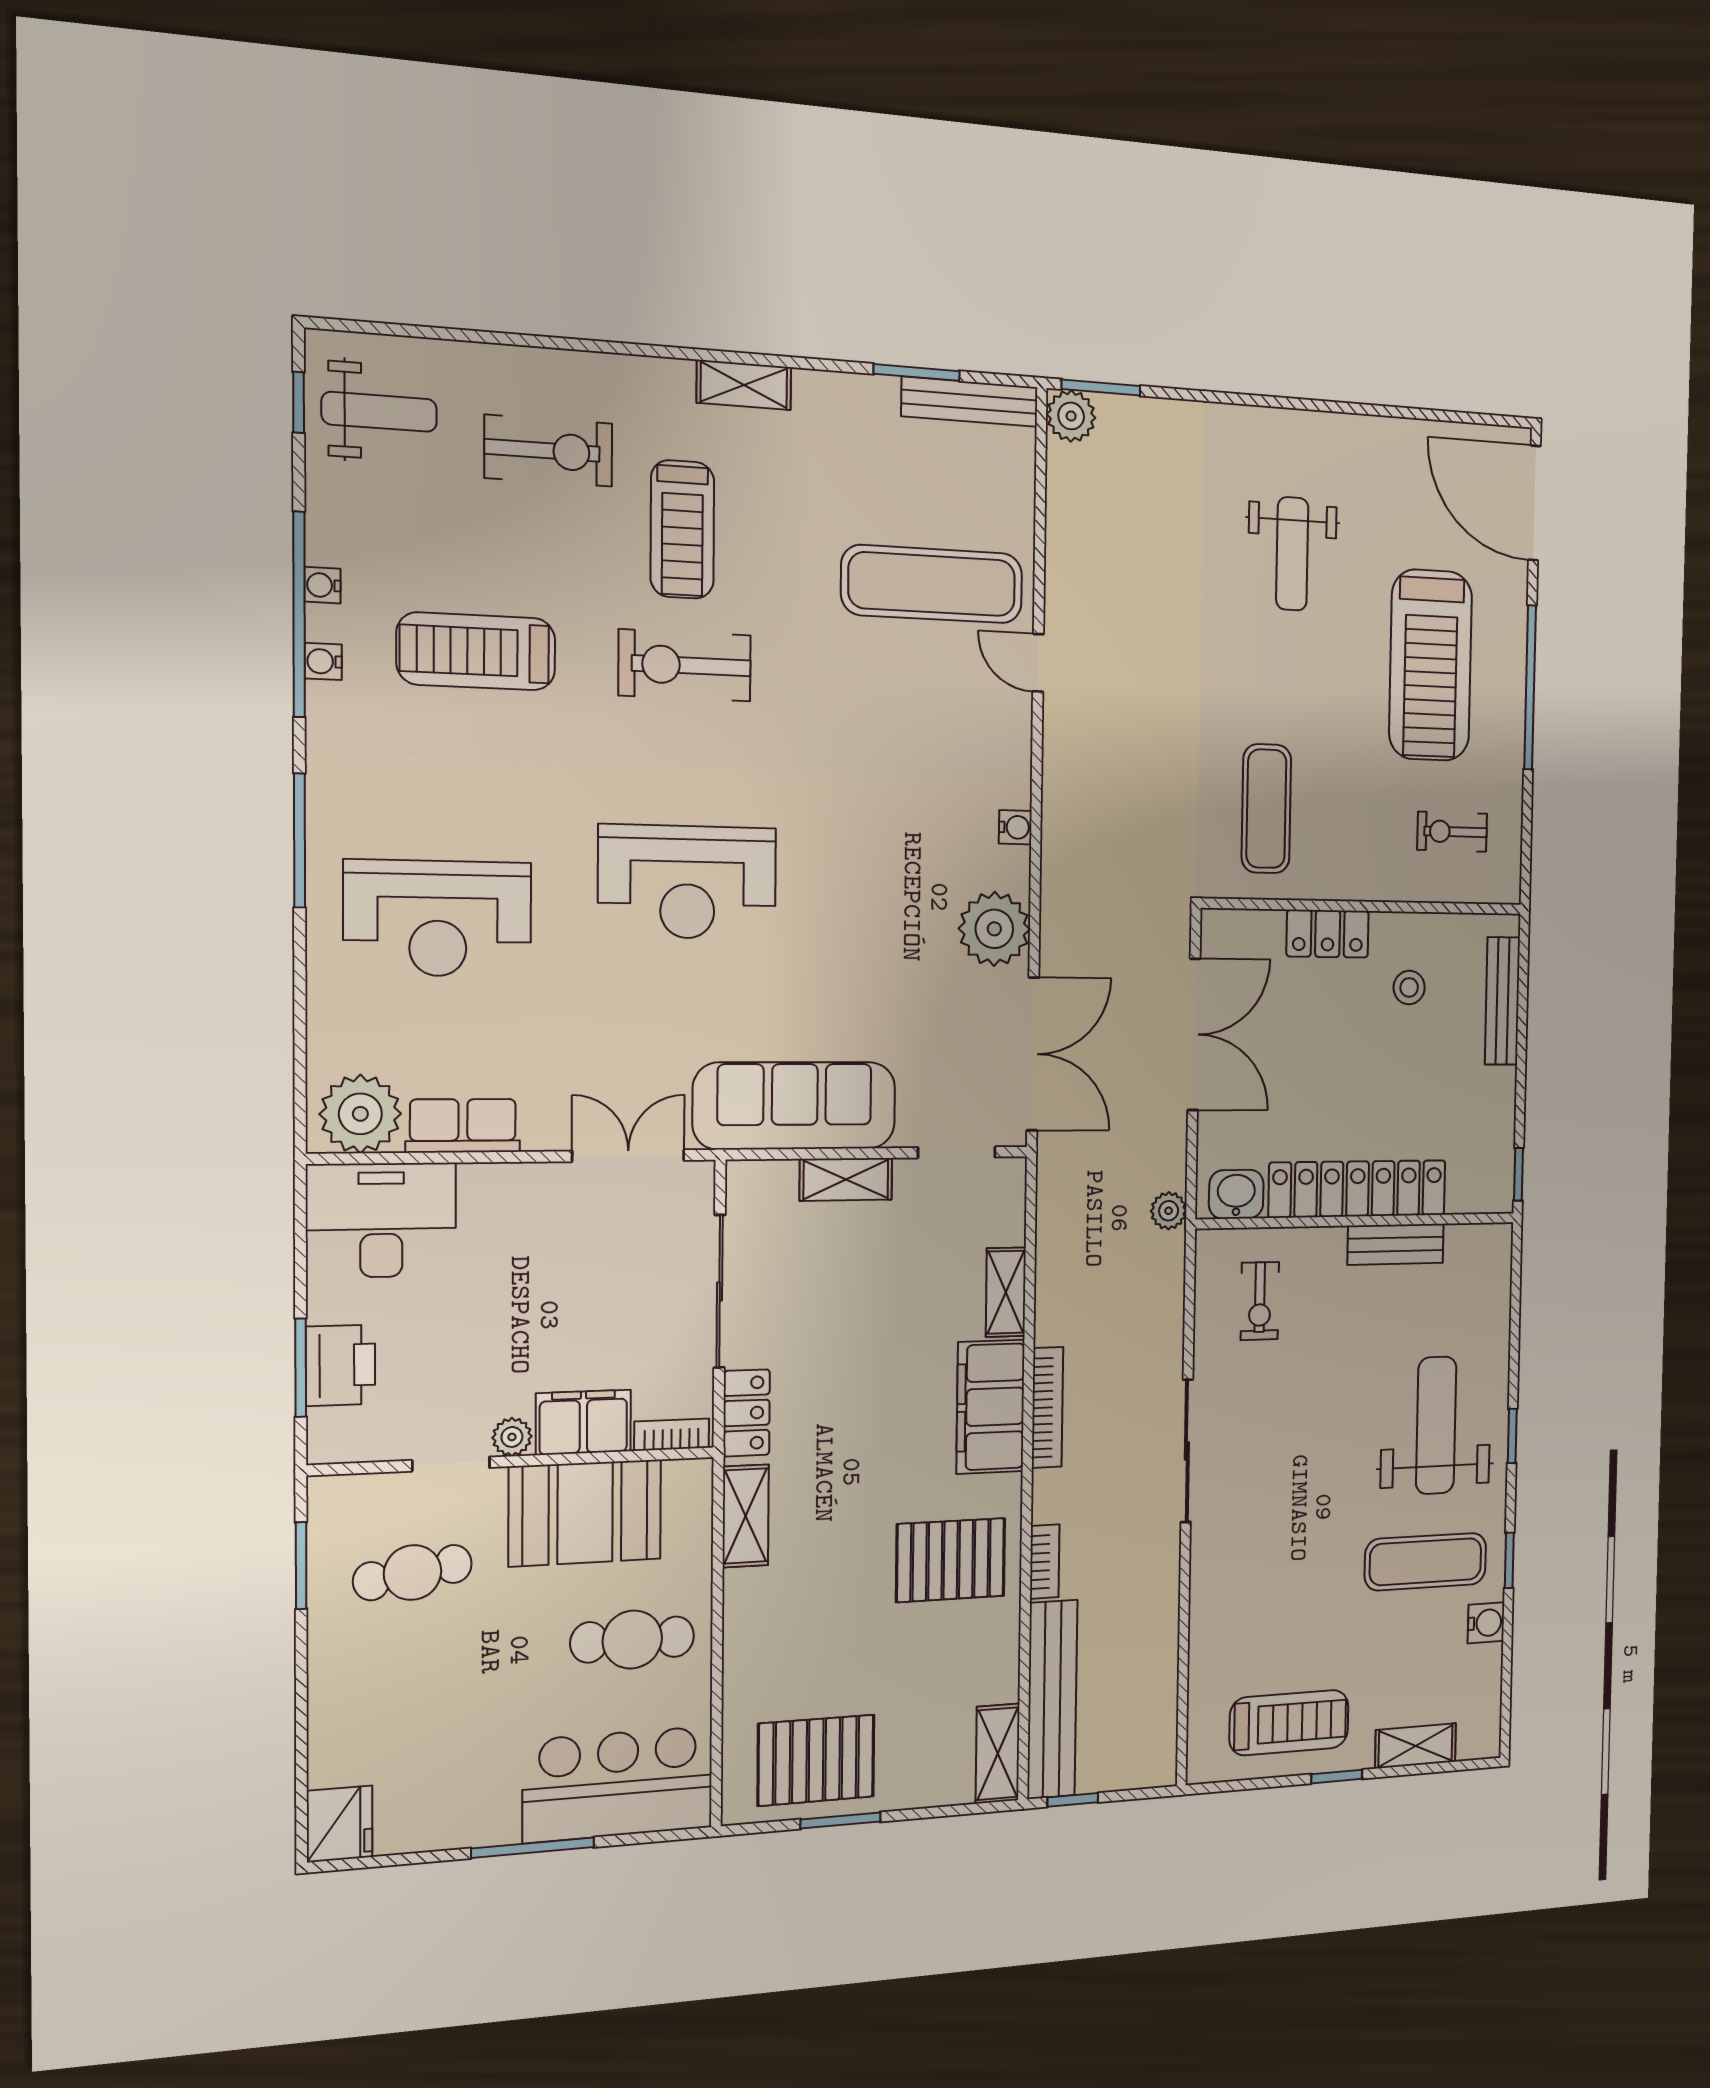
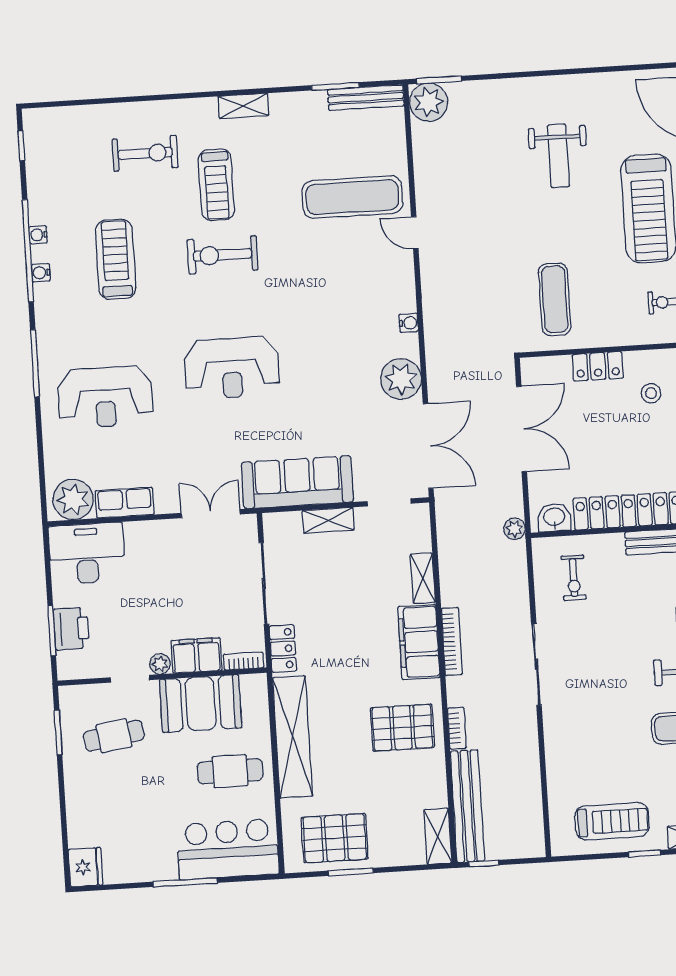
weight bench: (379, 412) -> (60, 145), removed
plant: (1071, 416) -> (429, 102), width x1.36, depth x1.36
treadmill: (476, 651) -> (116, 259), turned 90
shelving: (746, 1516) -> (293, 737), width x2.20, depth x1.33

